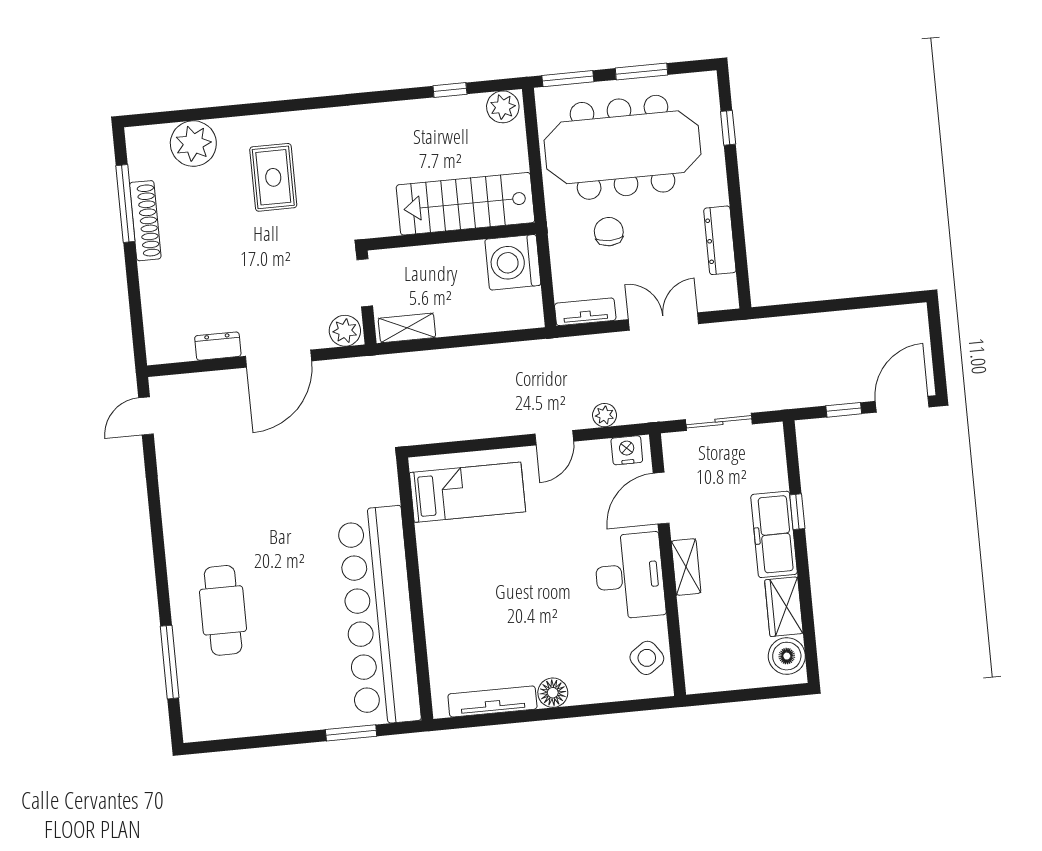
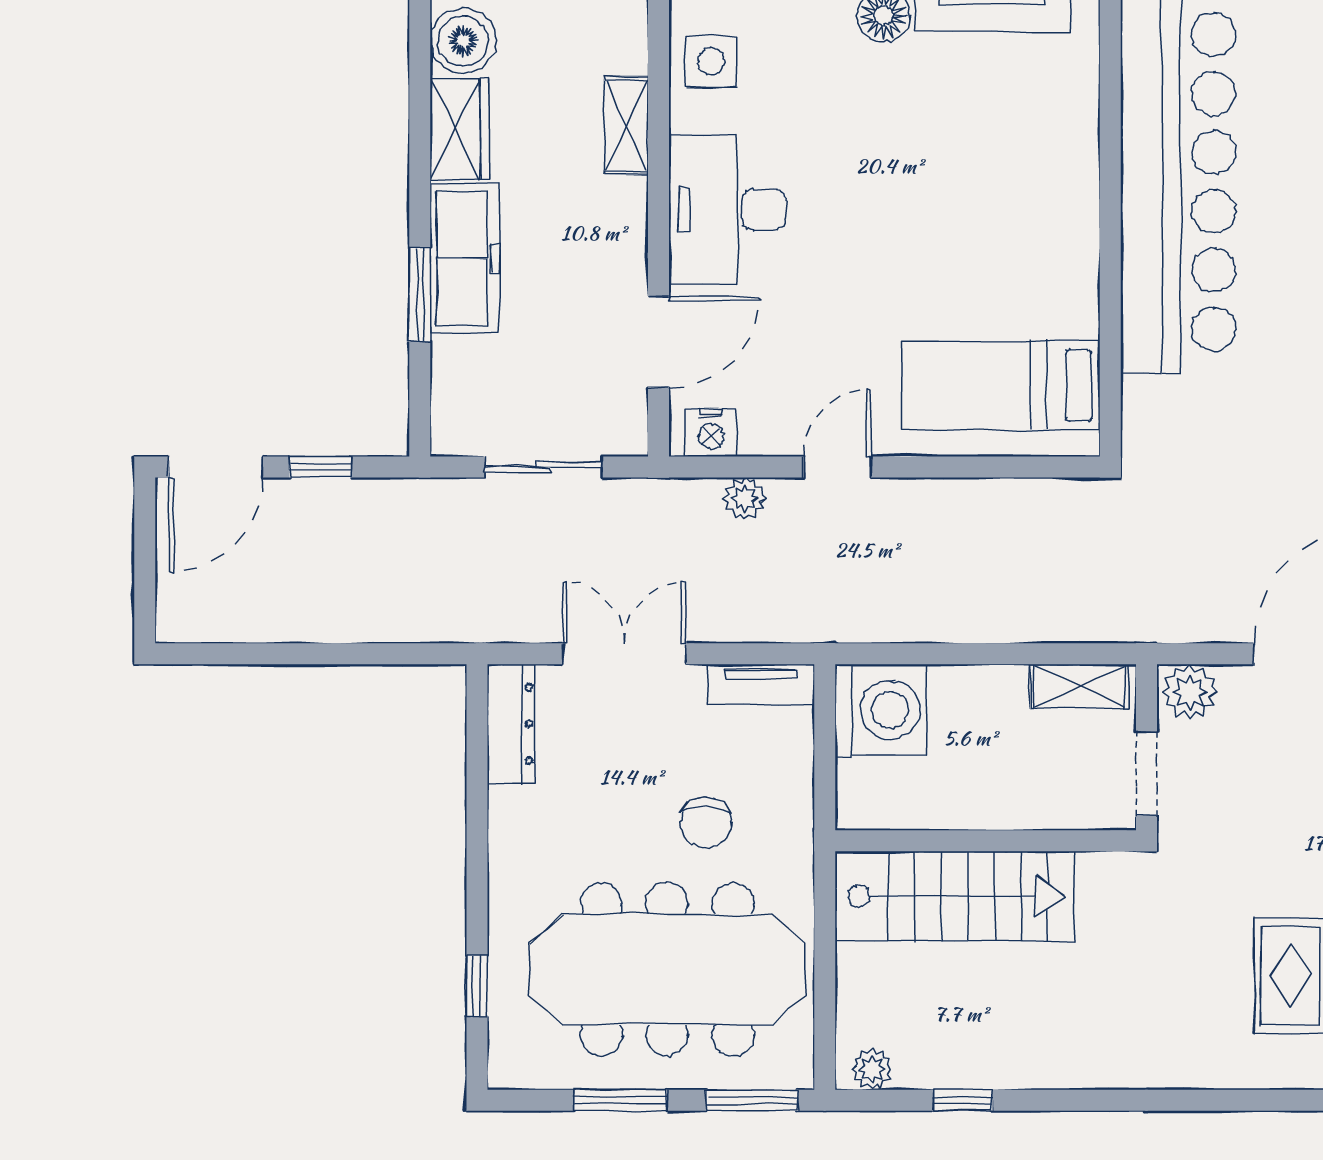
plant: (503, 107) -> (872, 1069), width x0.73, depth x0.73
dresser: (720, 240) -> (511, 724), moved
washing machine: (513, 262) -> (881, 710), moved
double door: (663, 322) -> (624, 654), swing flipped
window: (797, 512) -> (420, 294), width x1.50
shelving: (686, 567) -> (626, 126), moved
side table: (647, 658) -> (711, 61), turned 35

